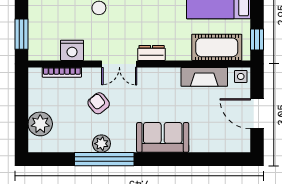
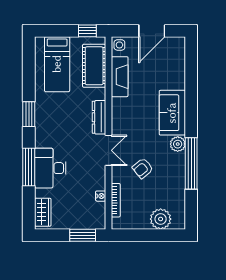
nightstand: (72, 50) -> (101, 196), width x0.53, depth x0.56
dresser: (152, 53) -> (99, 117), width x1.44
plant: (101, 144) -> (178, 144), moved

